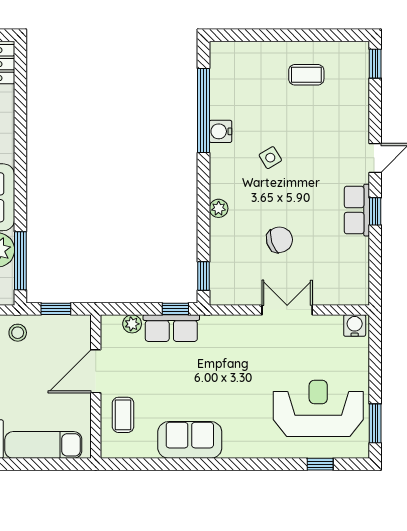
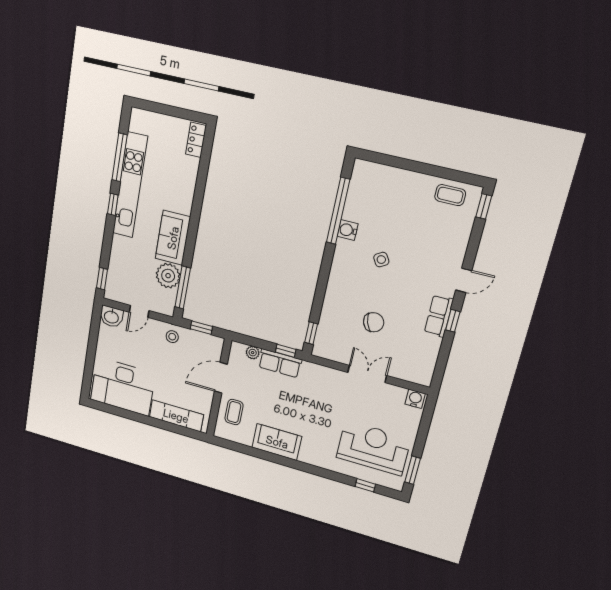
coffee table: (306, 75) -> (450, 195), moved
plant: (219, 208) -> (333, 287), removed

